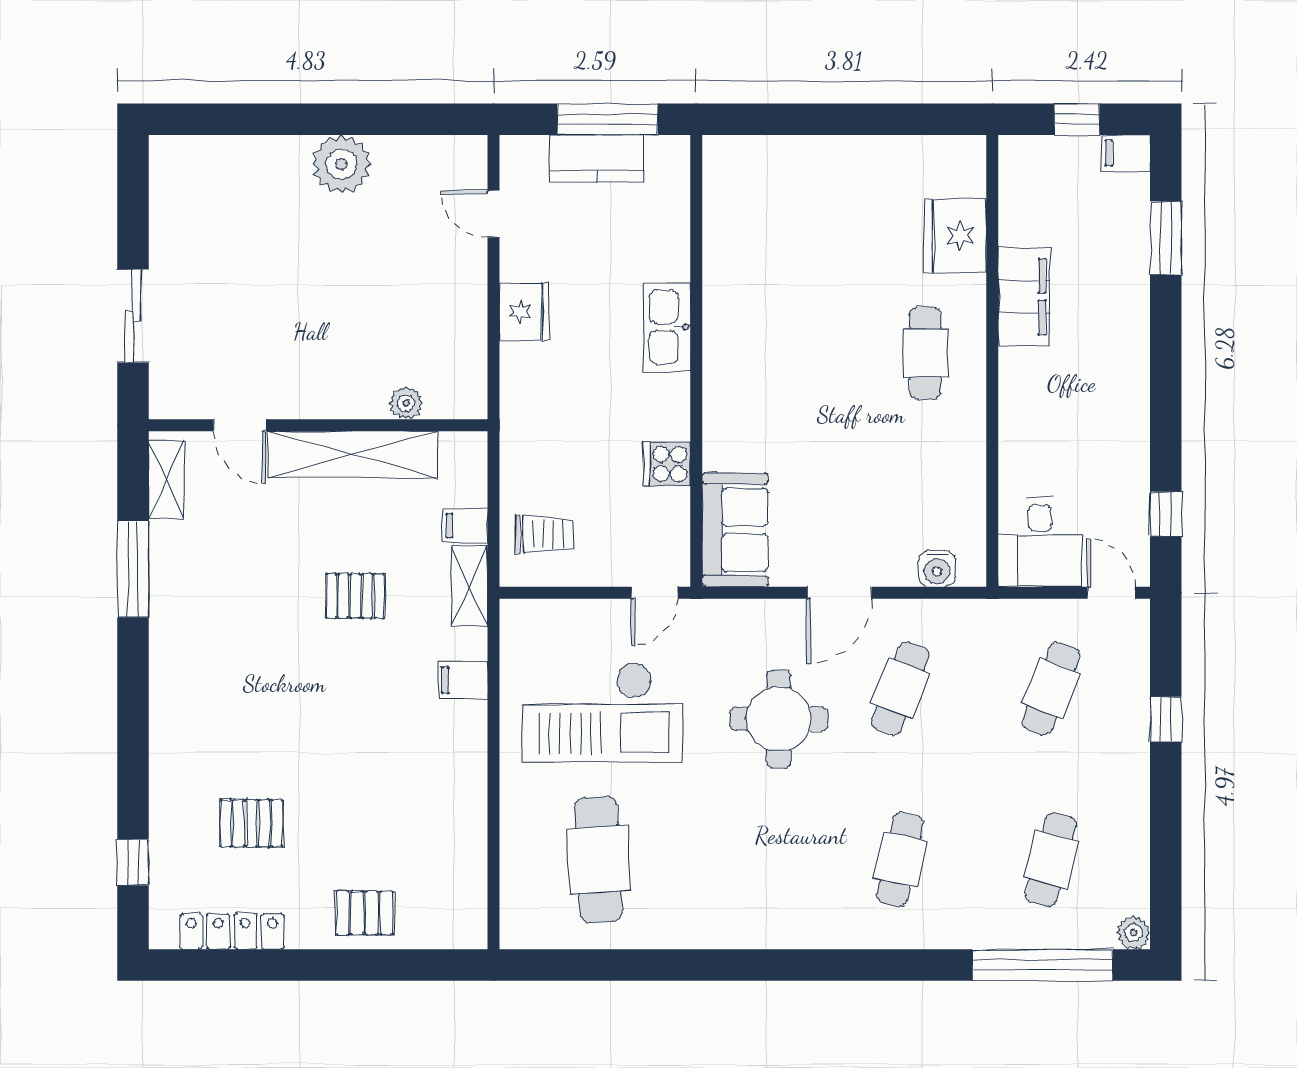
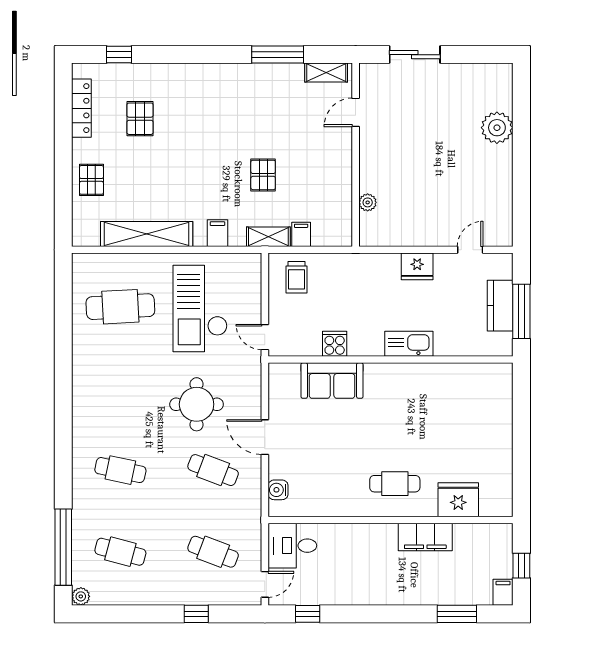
plant: (342, 164) -> (497, 128), moved
shelving: (353, 454) -> (147, 234), moved, turned 90
sofa: (735, 530) -> (332, 381), moved

